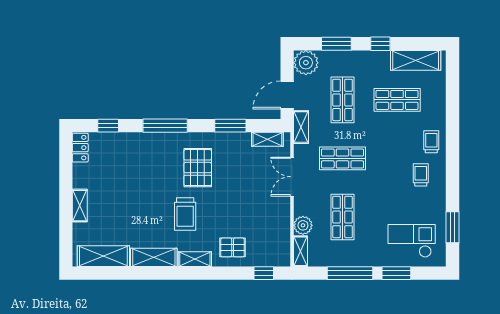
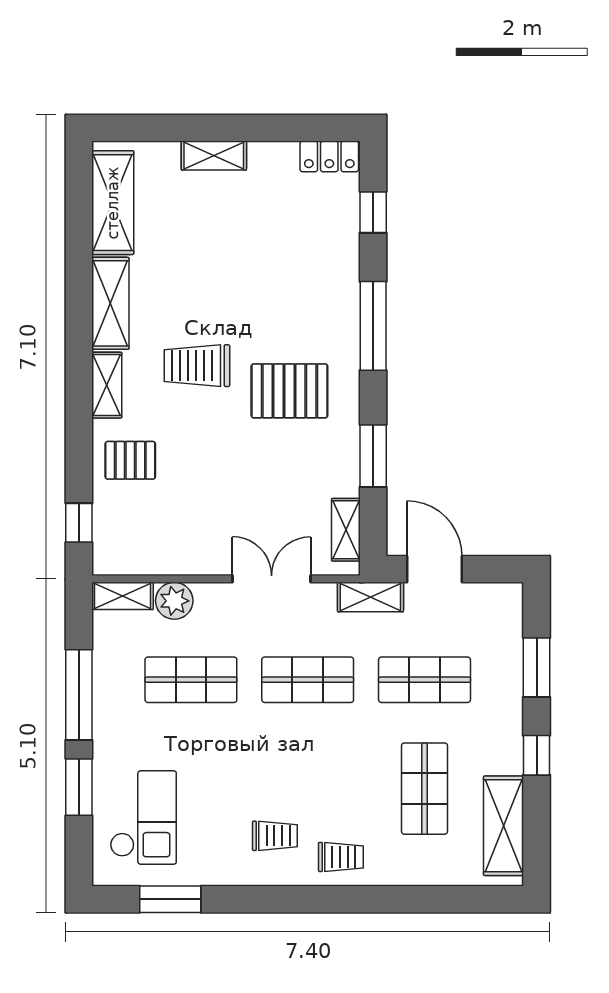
plant: (306, 63) -> (499, 607), removed
shop shelf: (343, 158) -> (308, 680), turned 90
pallet: (233, 247) -> (130, 460), turned 90

